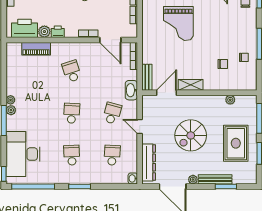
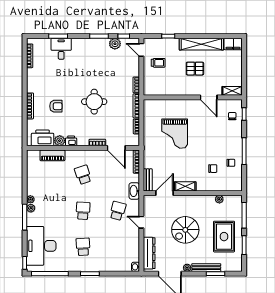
school desk: (112, 155) -> (118, 247), removed

